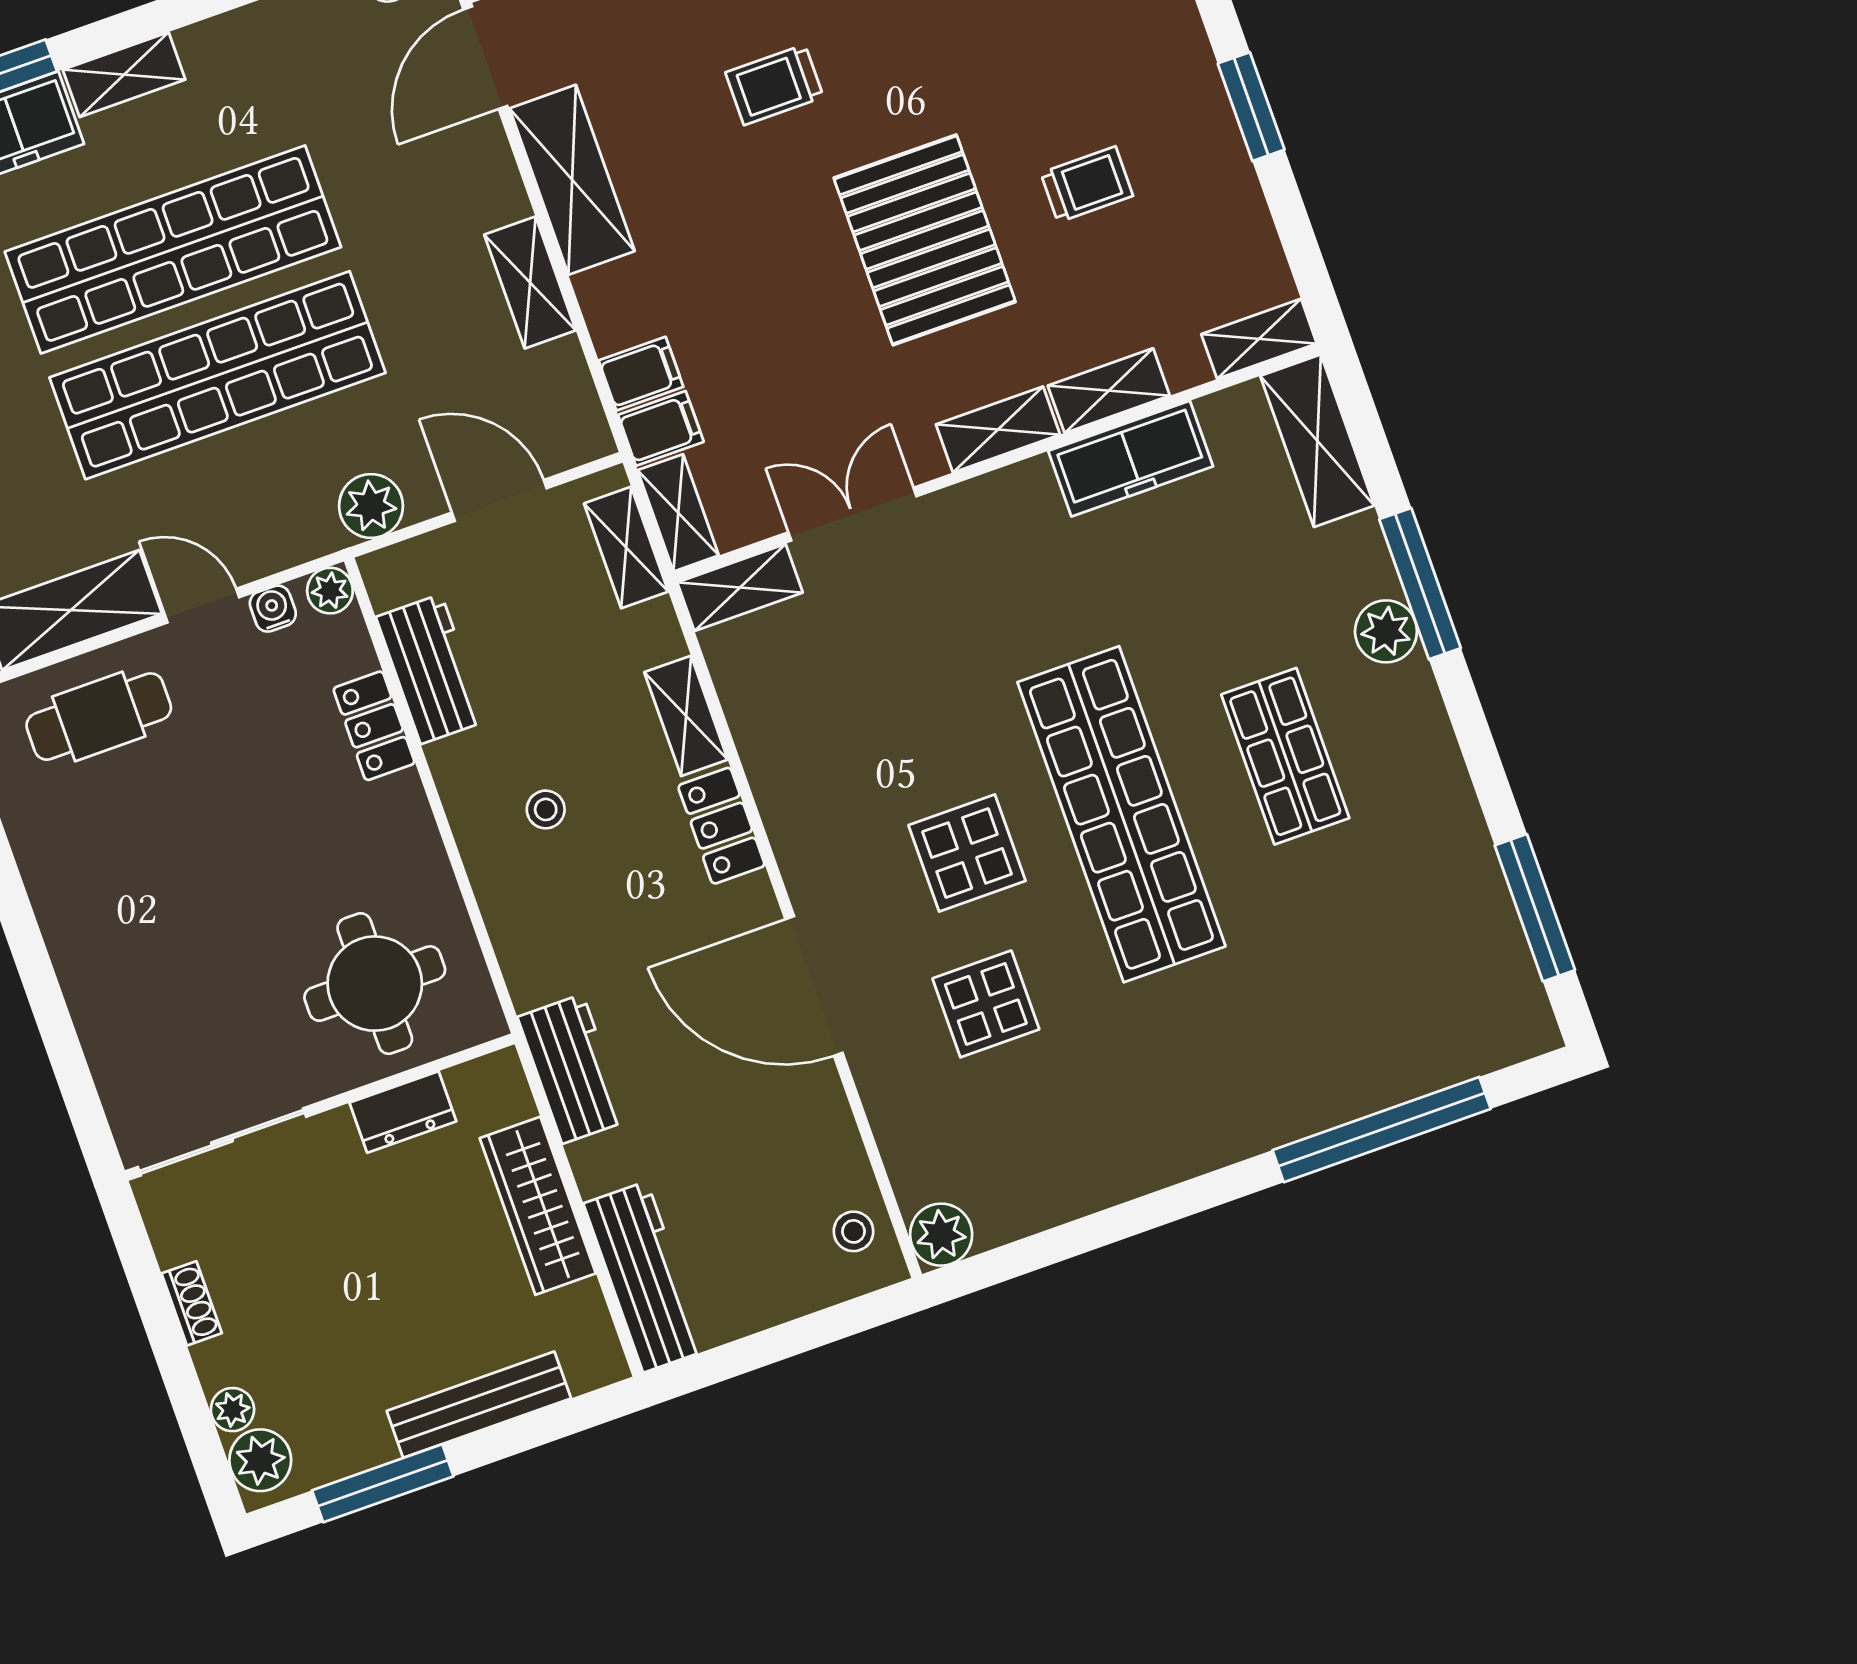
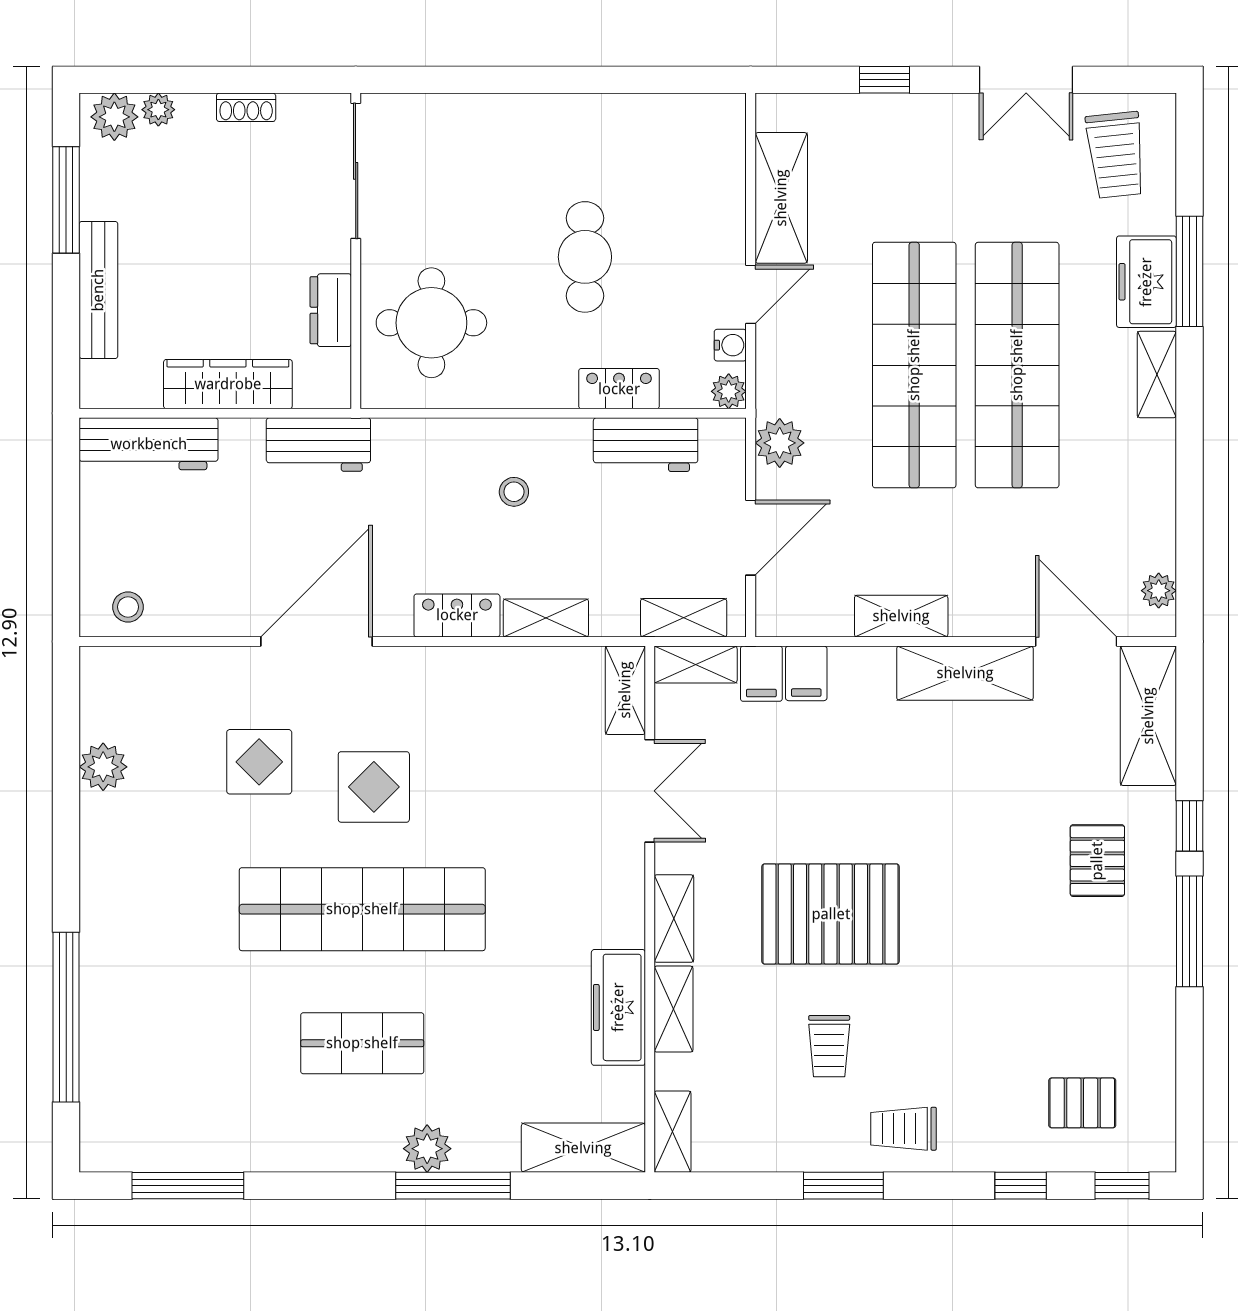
trolley: (774, 85) -> (904, 1129), moved, turned -90
cafe table: (99, 717) -> (585, 257), moved
plant: (941, 1235) -> (103, 767), moved

